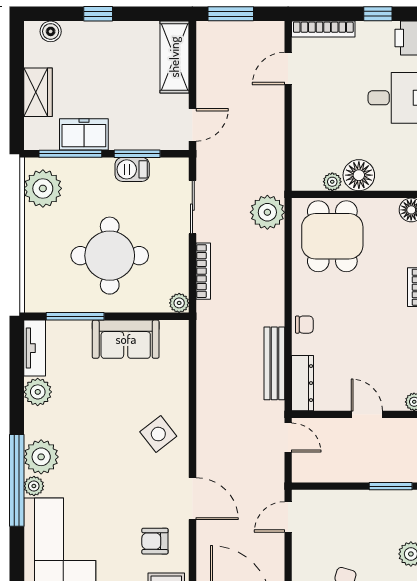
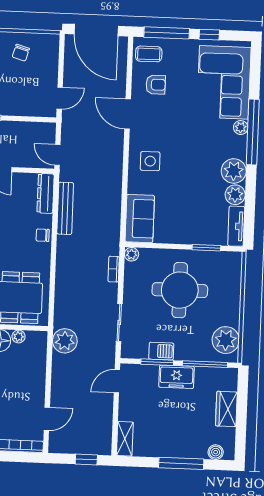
window: (98, 14) -> (181, 463), width x2.17
window: (231, 14) -> (86, 460), width x0.67
shelving: (174, 57) -> (125, 439), width x0.67, depth x0.75
freezer: (84, 134) -> (177, 377), moved
plant: (267, 212) -> (65, 341), moved
bookcase: (203, 271) -> (114, 269), width x0.64
window: (75, 316) -> (206, 248), width x0.69
sofa: (126, 339) -> (140, 219), moved, turned 90
side table: (158, 434) -> (150, 161), turned 37
plant: (41, 457) -> (234, 171), moved

